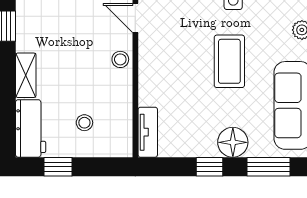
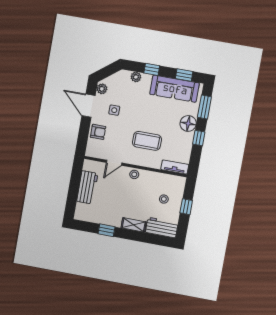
coffee table: (229, 61) -> (147, 141), moved
window: (58, 167) -> (186, 207), moved

